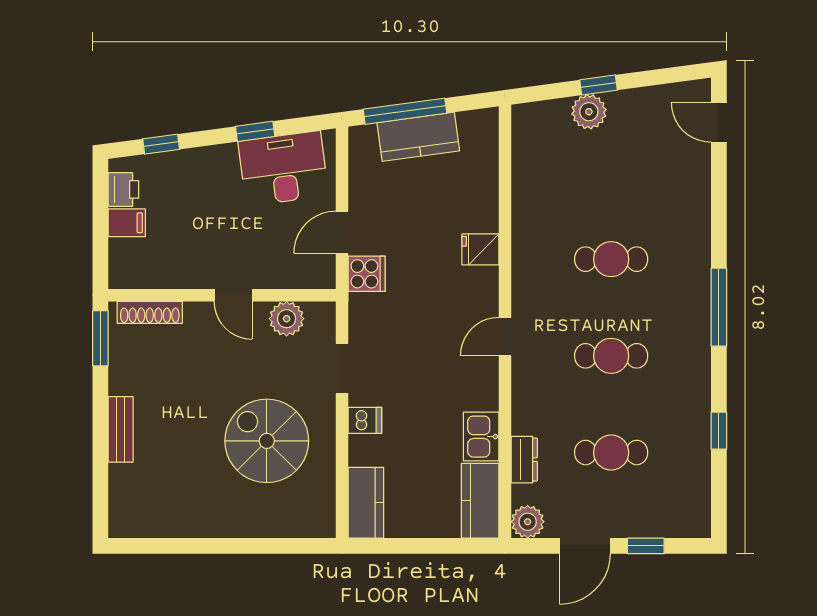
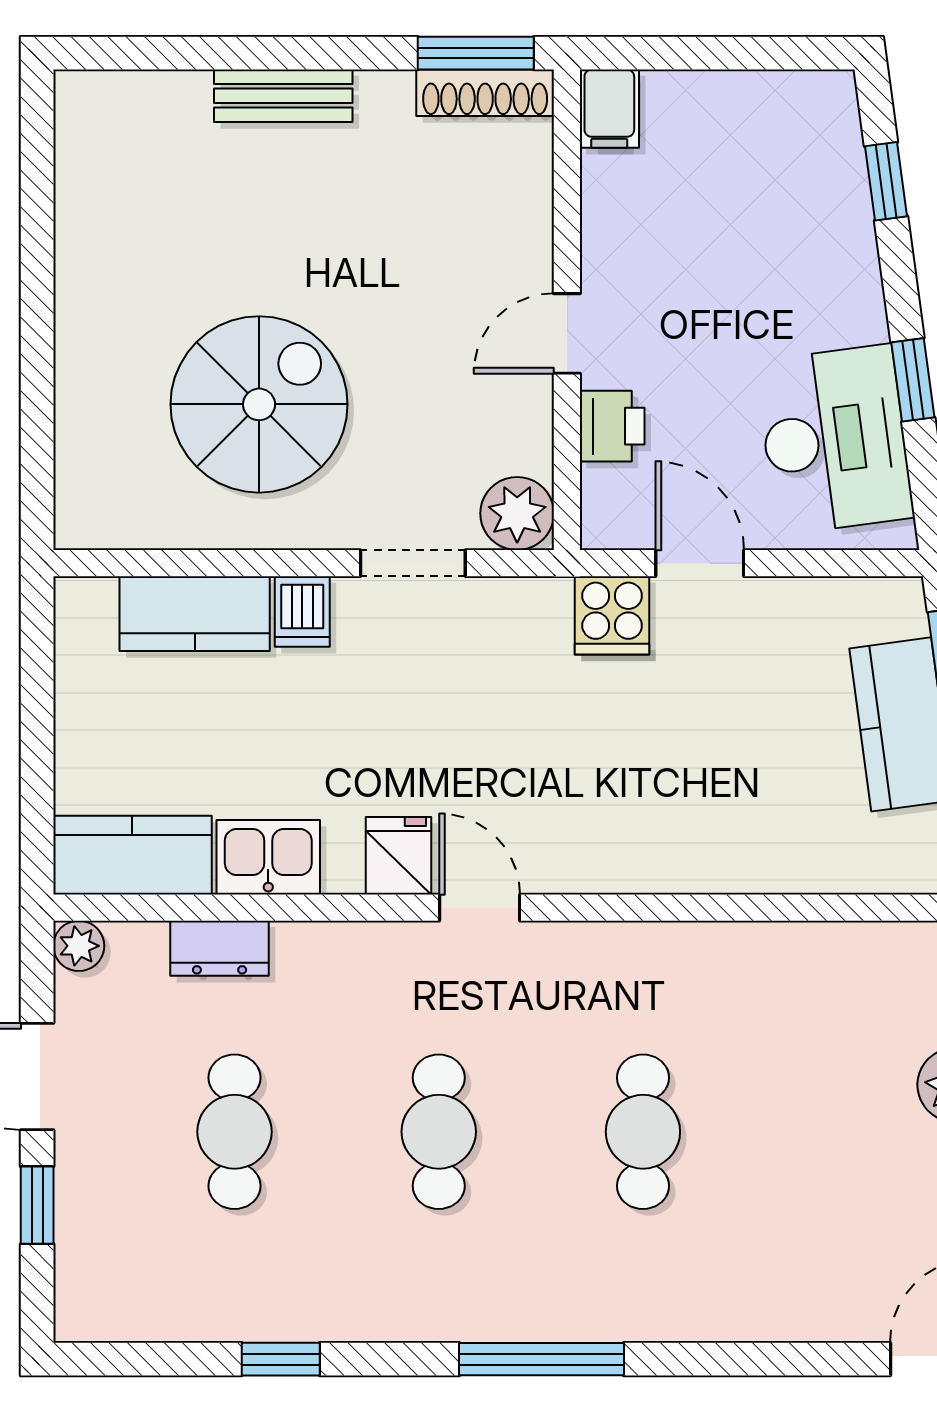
printer: (123, 189) -> (612, 426), moved, turned -90
filing cabinet: (127, 223) -> (609, 109), moved
fridge: (480, 249) -> (398, 856), moved
shoe rack: (150, 312) -> (485, 93), moved, turned -90
plant: (287, 319) -> (517, 513), moved
kitchen counter: (366, 503) -> (195, 614), moved
plant: (528, 522) -> (79, 946), width x0.73, depth x0.73

